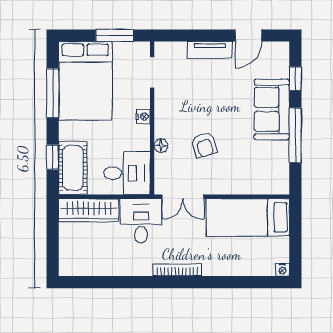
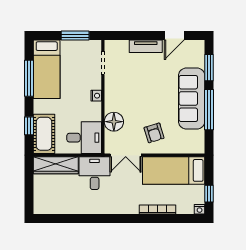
window: (295, 79) -> (209, 68), width x1.50
bed: (85, 81) -> (47, 69), width x0.67
sofa: (272, 109) -> (192, 99), width x1.36
armchair: (204, 145) -> (154, 133), moved
floor lamp: (161, 146) -> (114, 122), width x1.89, depth x1.89
window: (295, 249) -> (209, 194), added
bookcase: (177, 270) -> (158, 209), moved

